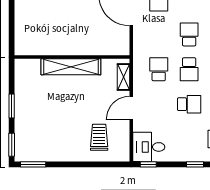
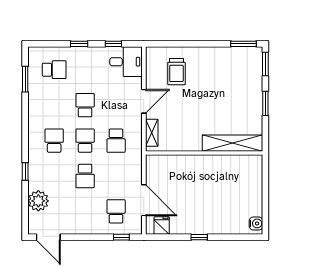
shelving: (71, 67) -> (232, 143), moved
school desk: (189, 104) -> (85, 105), turned 90
window: (148, 164) -> (113, 44), moved

